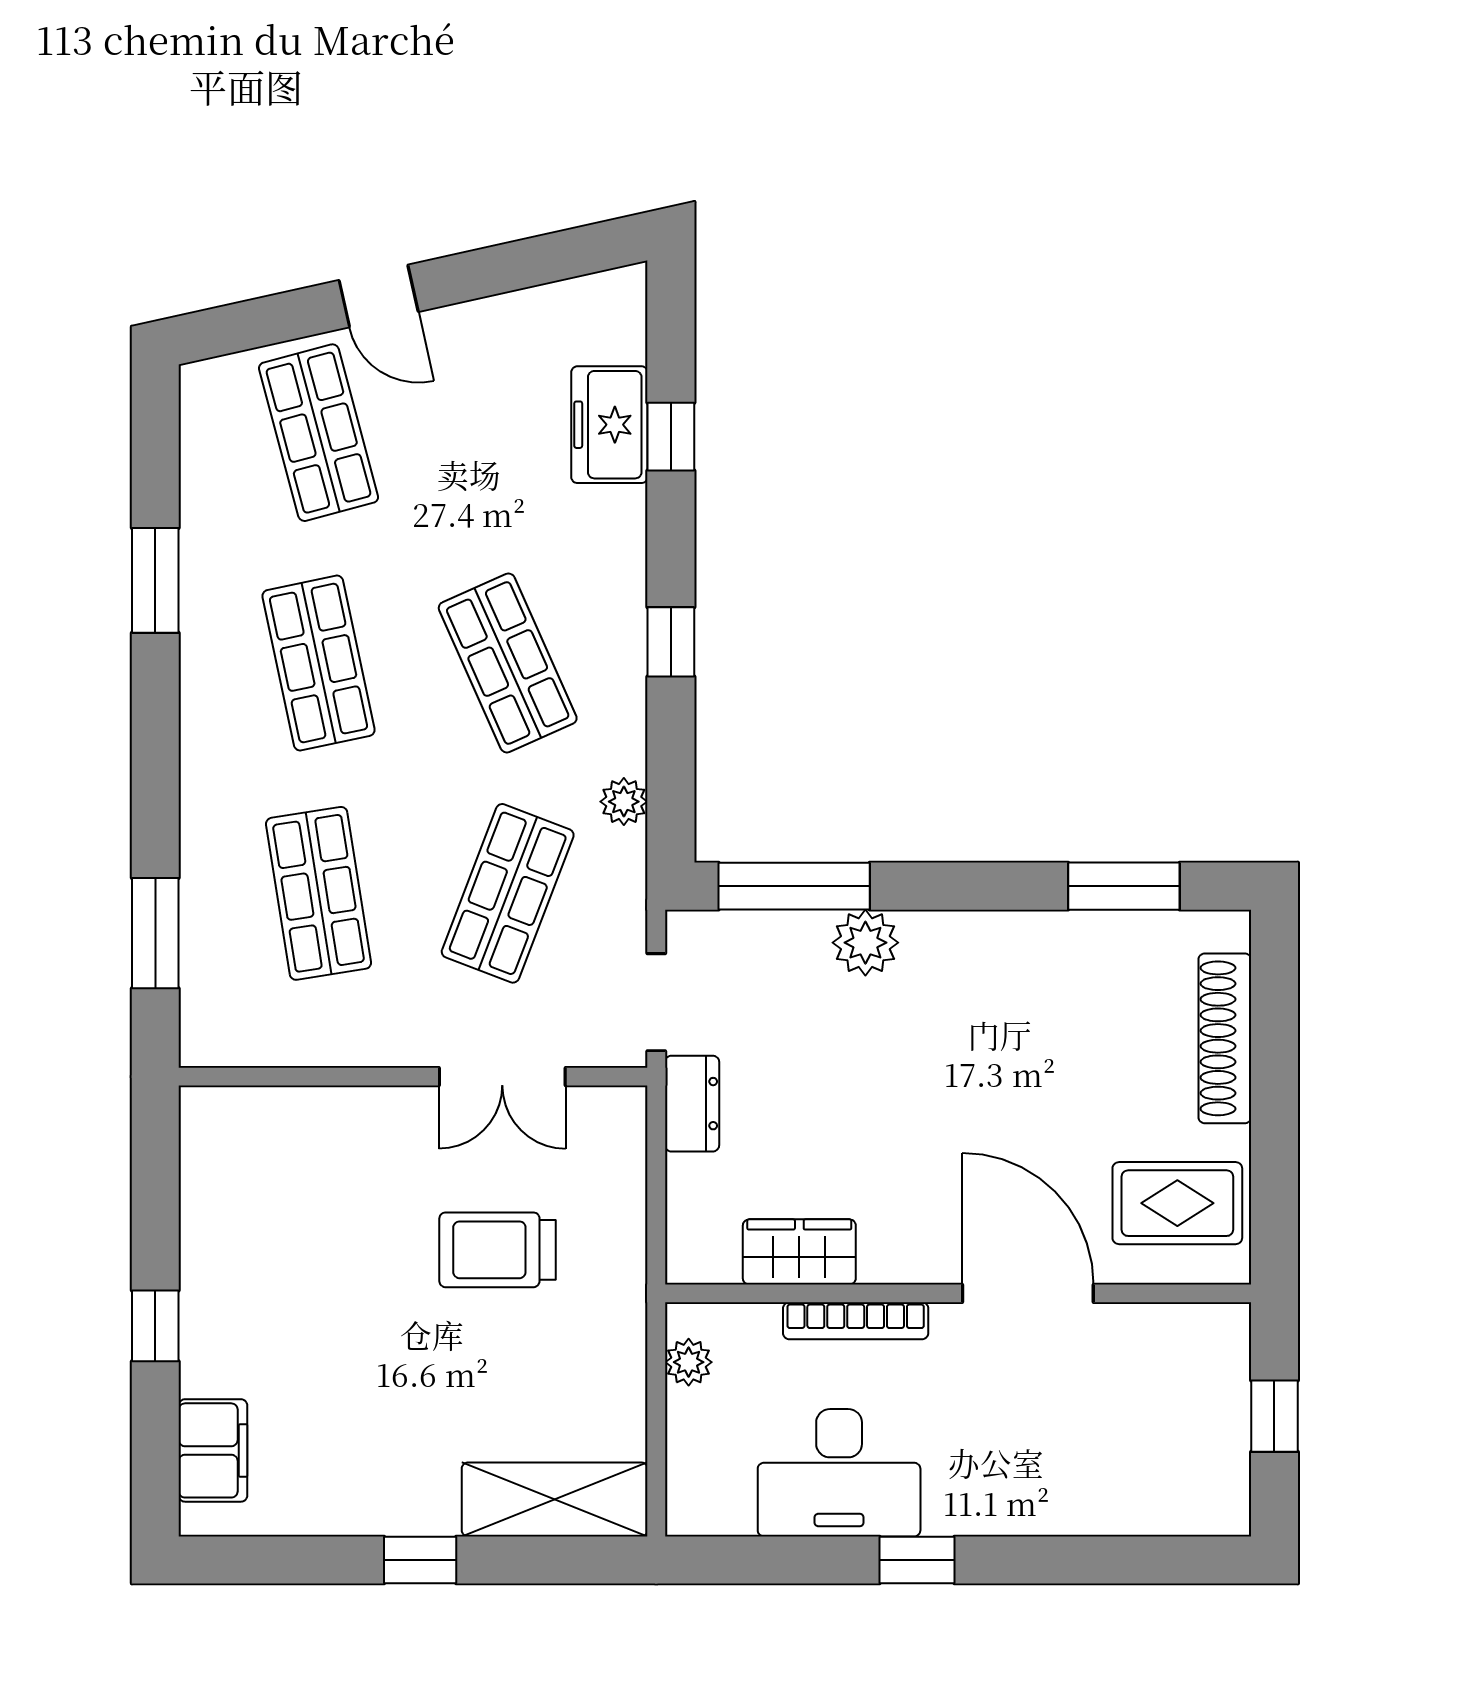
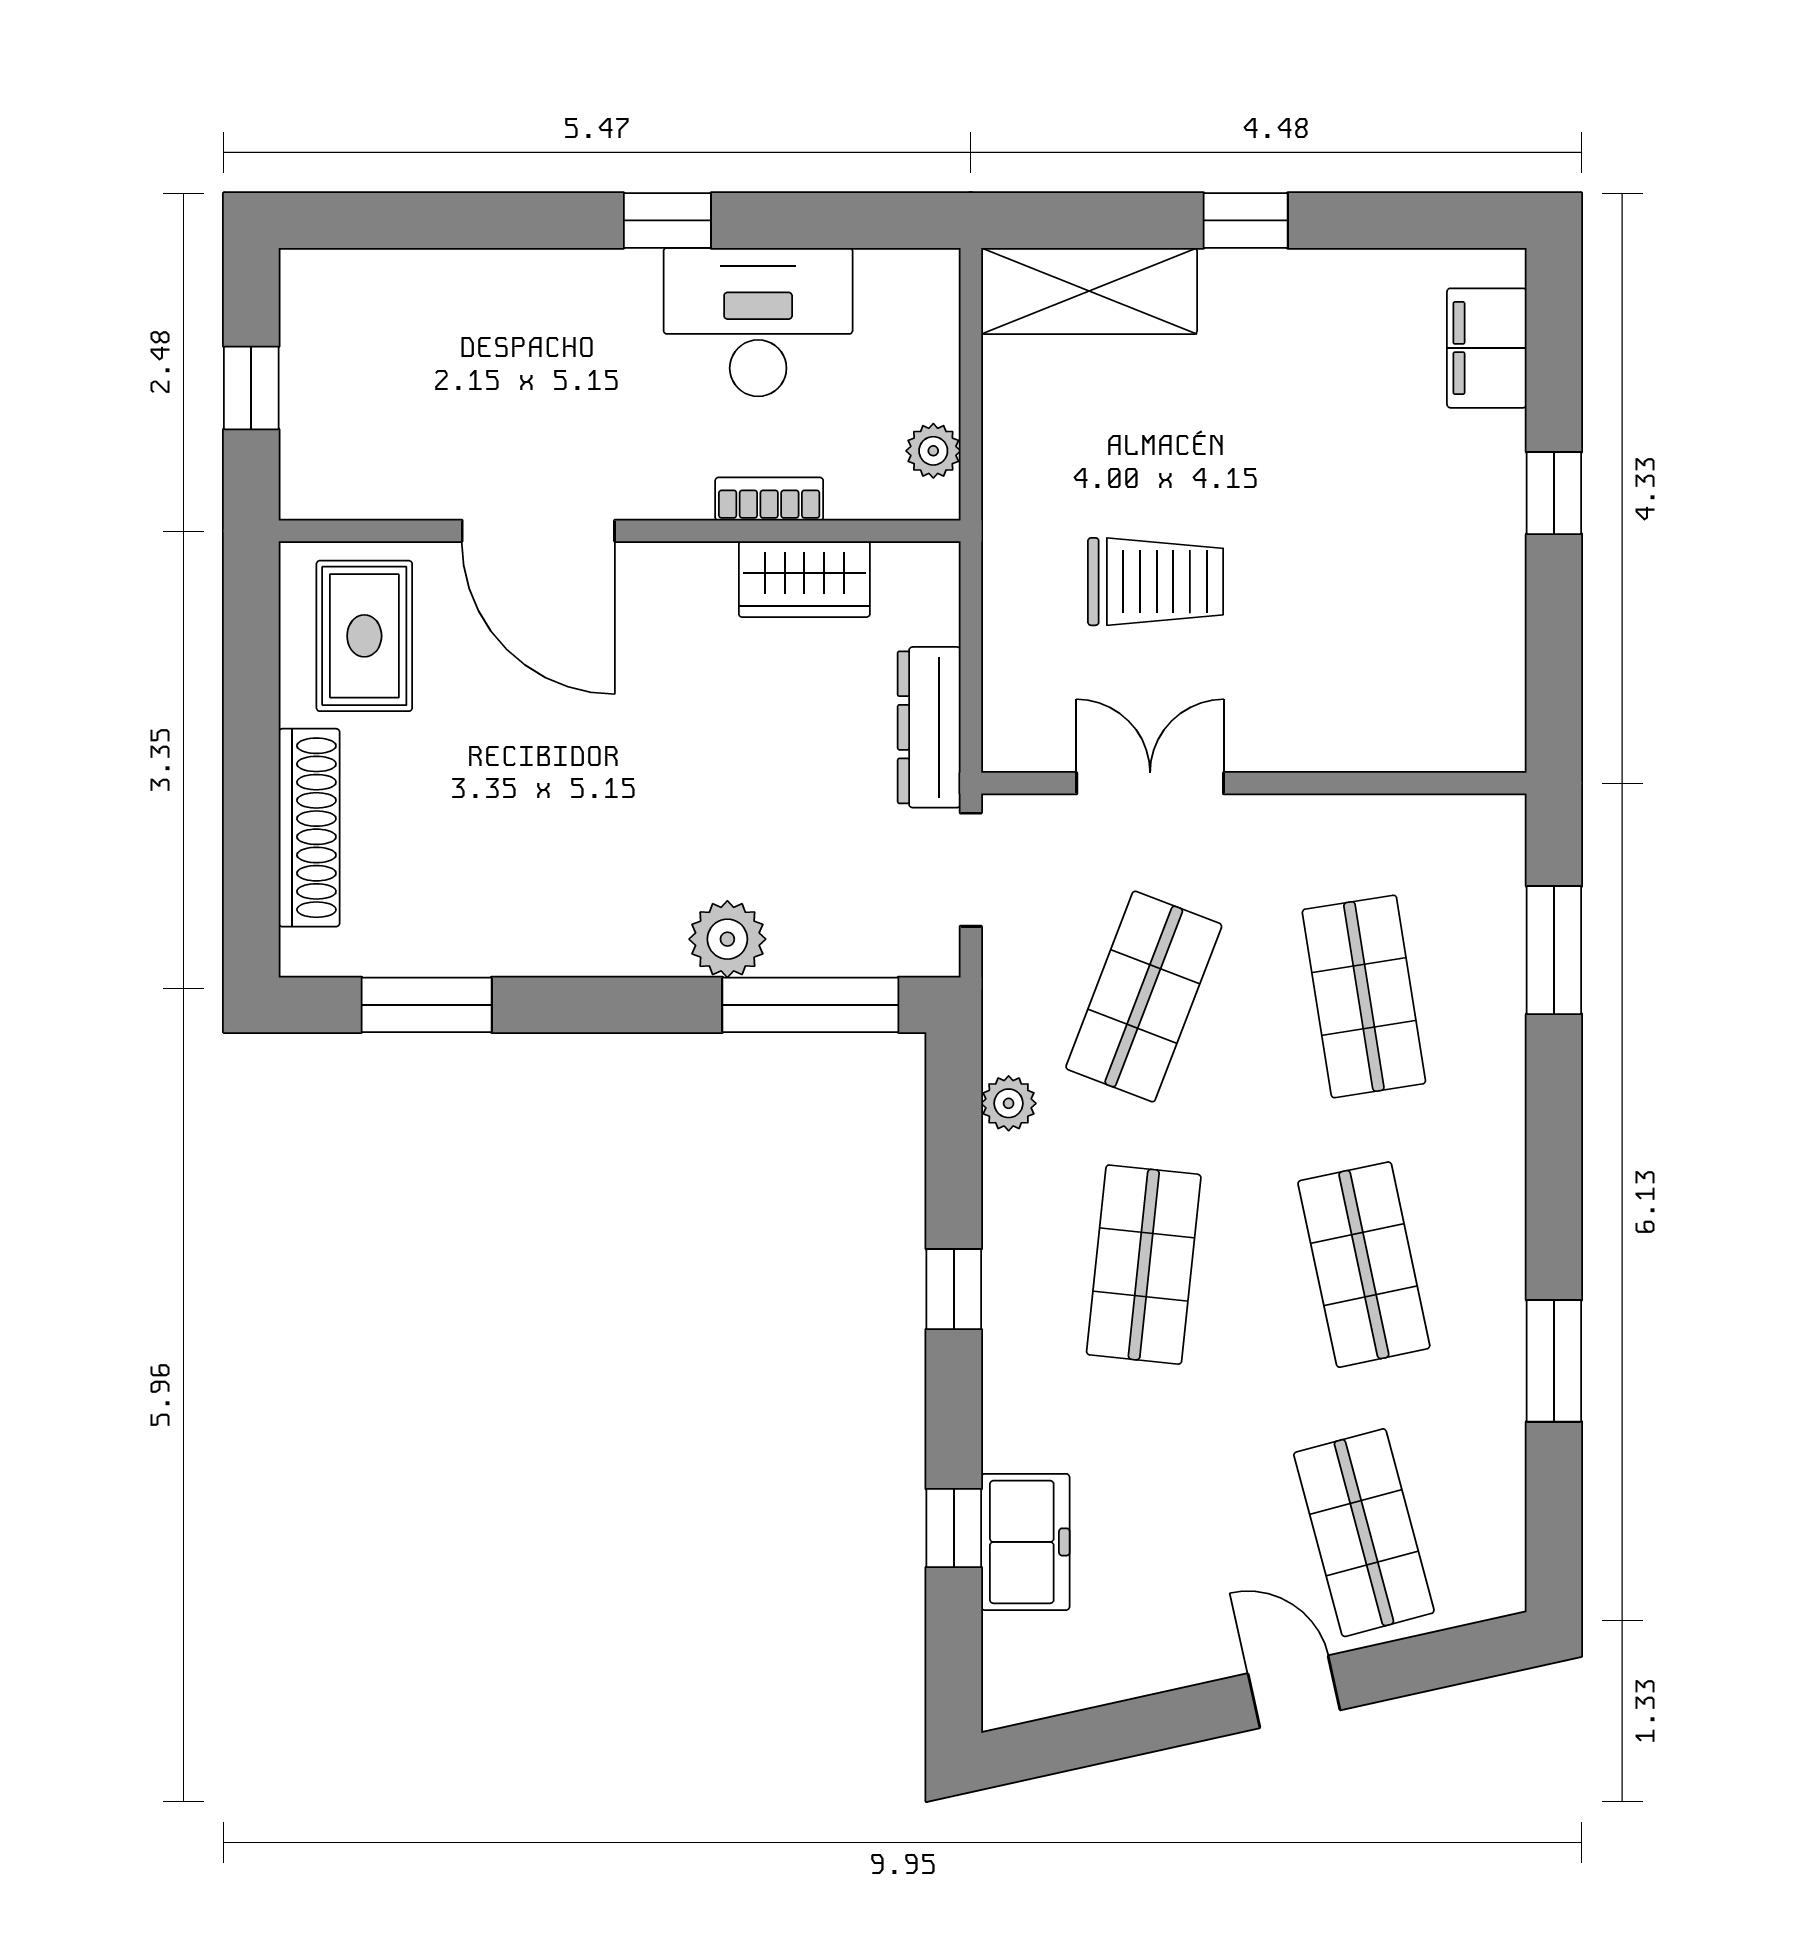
shop shelf: (508, 663) -> (1144, 1265), turned 30
dresser: (692, 1104) -> (929, 727), width x1.44
rug: (1177, 1203) -> (364, 636), turned 90
bookcase: (856, 1321) -> (769, 499), width x0.64

